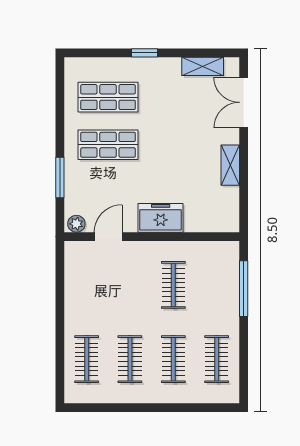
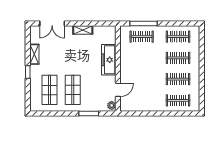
shelving: (203, 66) -> (34, 54), moved
freezer: (161, 218) -> (109, 60), width x1.40
door: (108, 237) -> (118, 90), swing flipped
clothes rail: (173, 285) -> (142, 37), moved

